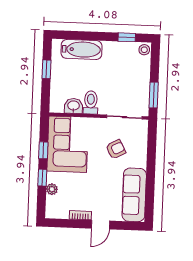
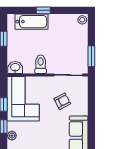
window: (127, 37) -> (43, 10), moved
washbasin: (74, 106) -> (15, 68), moved

